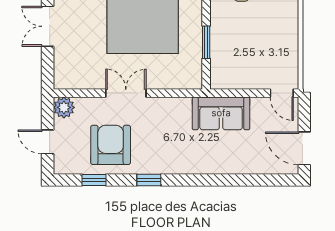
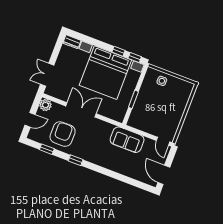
double door: (48, 26) -> (47, 75), moved
double door: (126, 93) -> (81, 110), width x1.37
door: (48, 142) -> (30, 120), swing flipped

